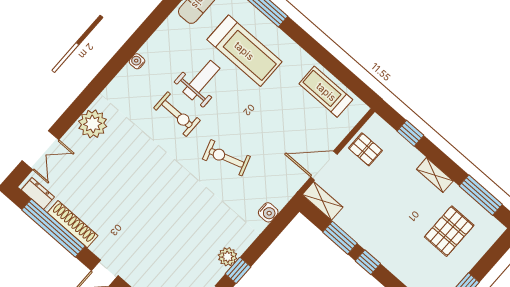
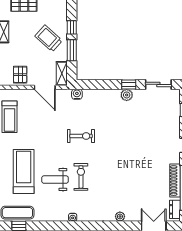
plant: (93, 124) -> (120, 216), width x0.53, depth x0.53
exercise bike: (226, 158) -> (81, 136), turned -72
water cooler: (268, 212) -> (77, 94), moved
trolley: (379, 222) -> (49, 38), added

